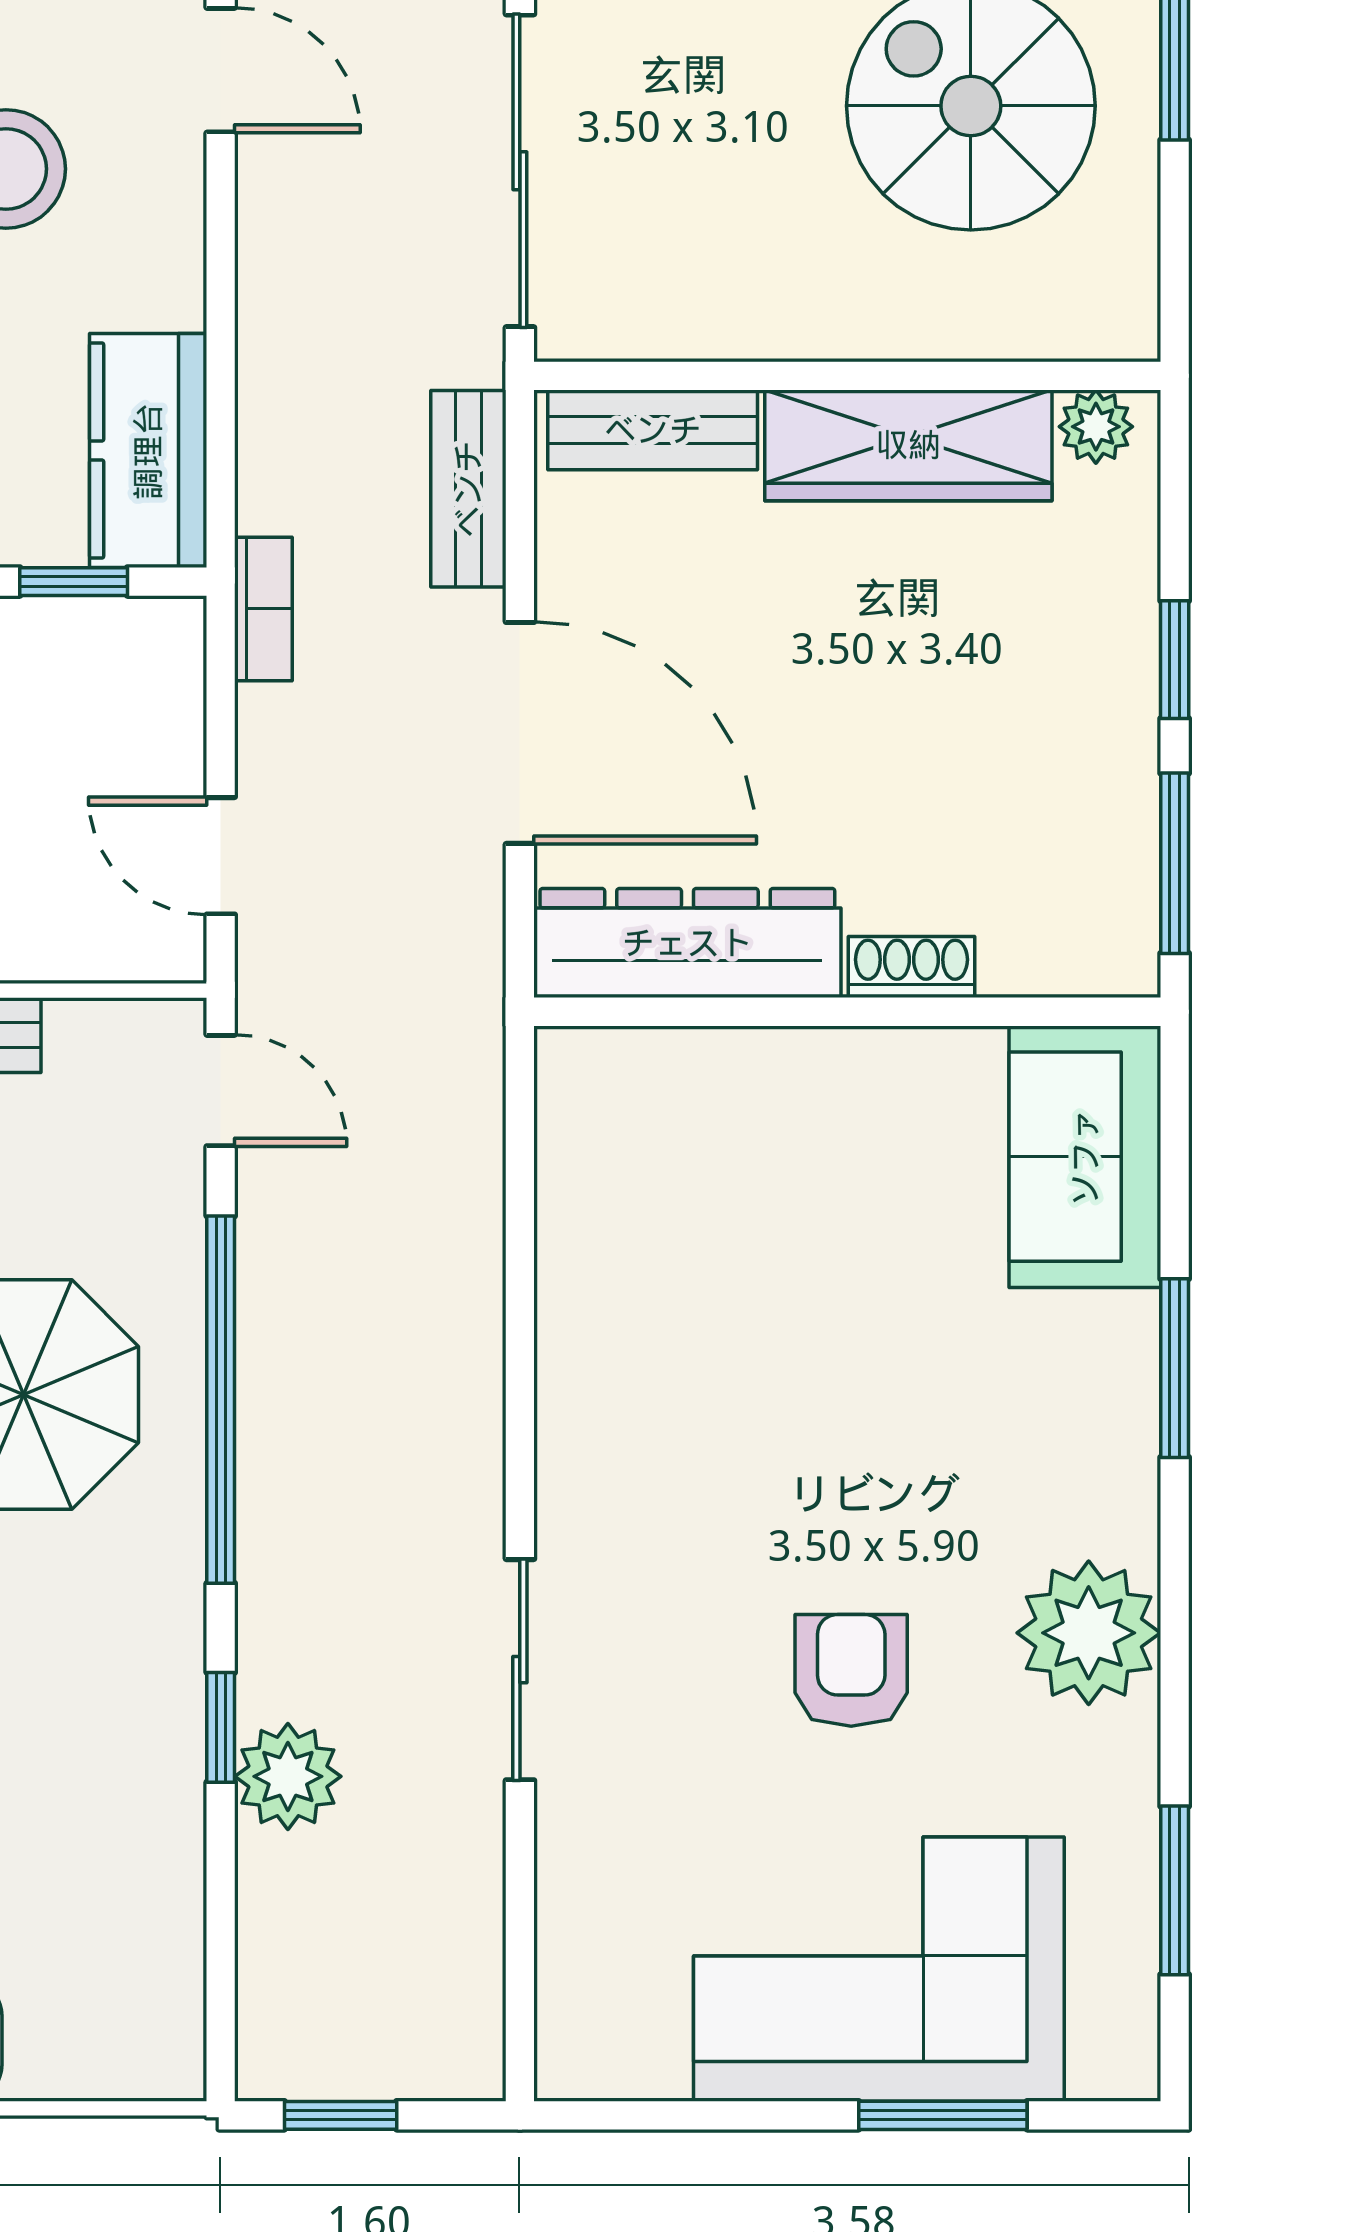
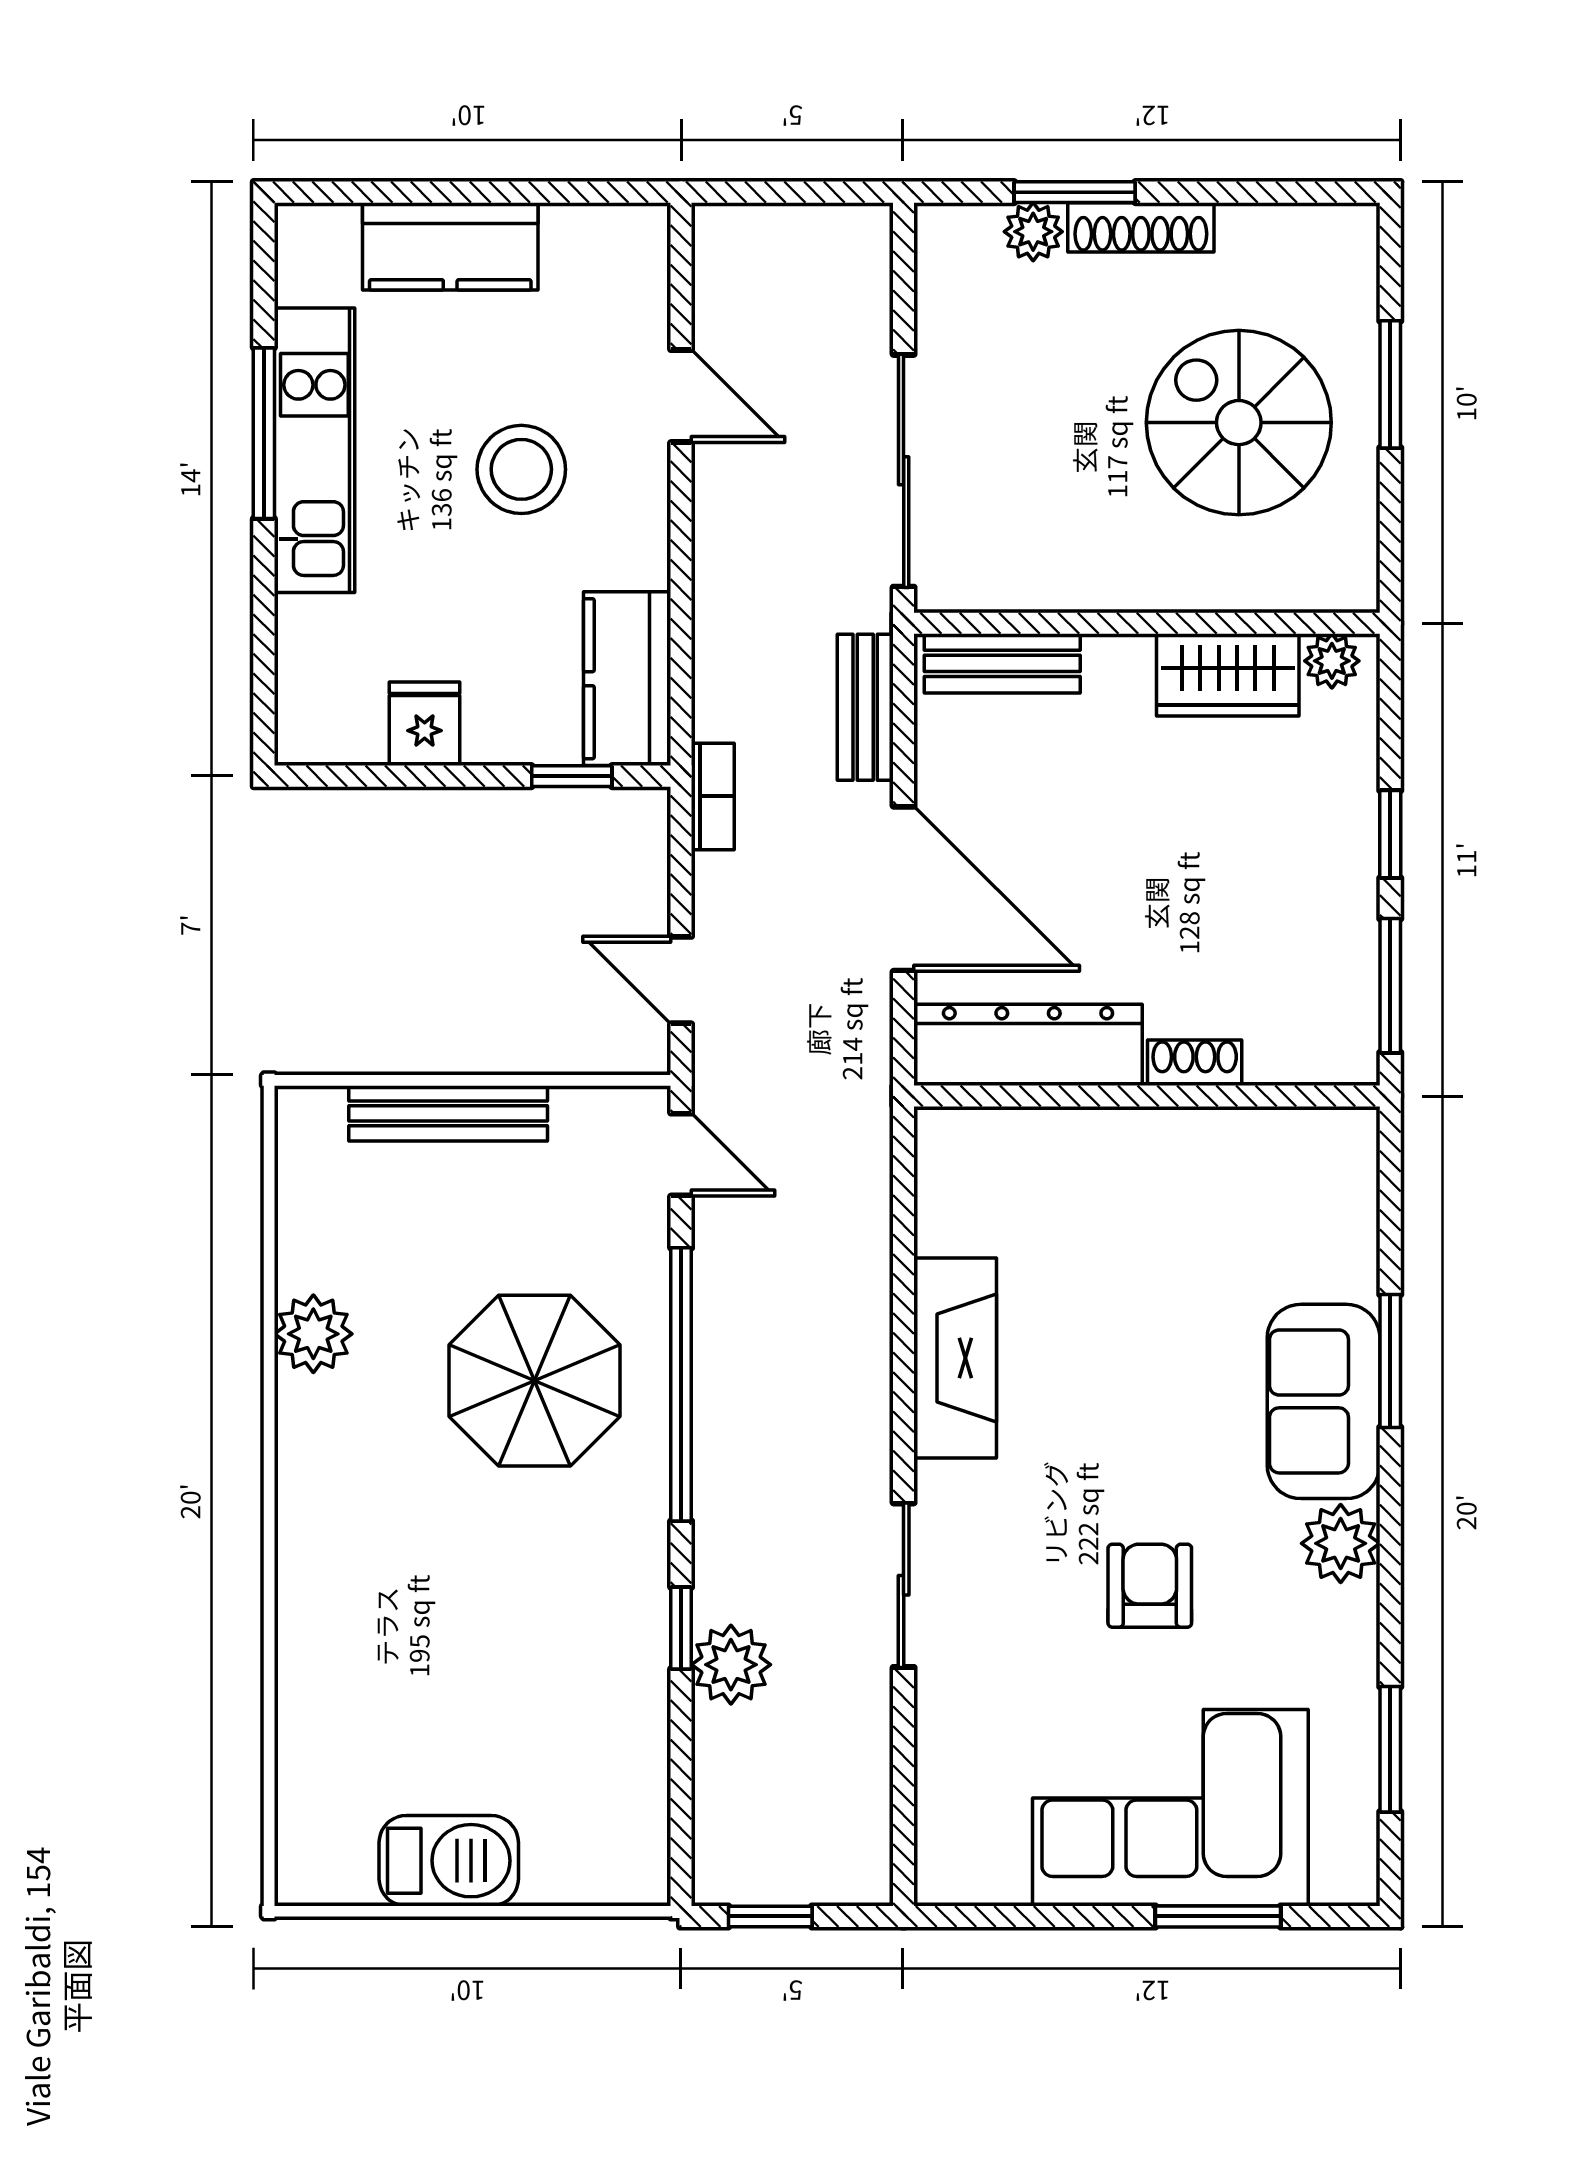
wardrobe: (908, 445) -> (1228, 675), width x0.67
sofa: (1085, 1157) -> (1324, 1401), moved
fireplace: (589, 1364) -> (955, 1358), added
plant: (1089, 1633) -> (1341, 1543), width x0.73, depth x0.73

